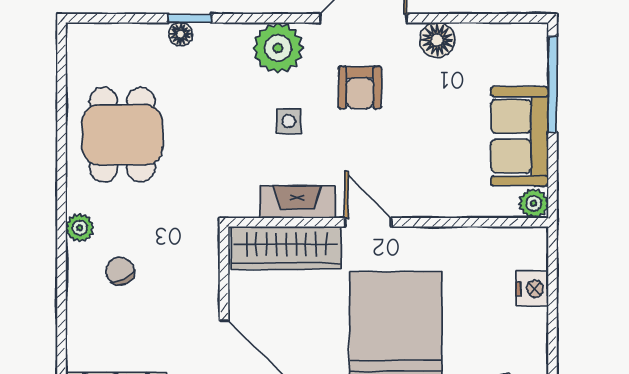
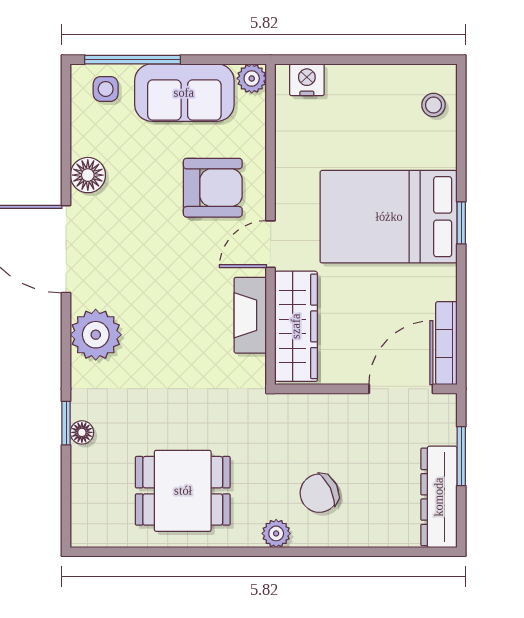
armchair: (360, 87) -> (213, 188), moved, width x1.38, depth x1.38
side table: (289, 121) -> (106, 89), moved
chair: (120, 271) -> (319, 493), width x1.37, depth x1.37
nightstand: (532, 289) -> (307, 80), moved

